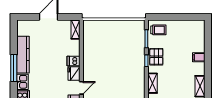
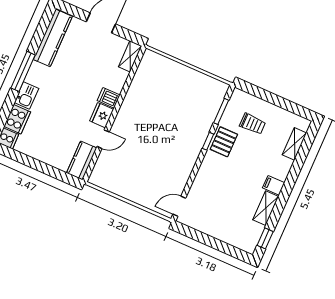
trolley: (158, 30) -> (253, 124), moved
kitchen counter: (23, 55) -> (53, 38), moved
filing cabinet: (199, 57) -> (274, 185), moved
shelving: (153, 83) -> (294, 144), moved

